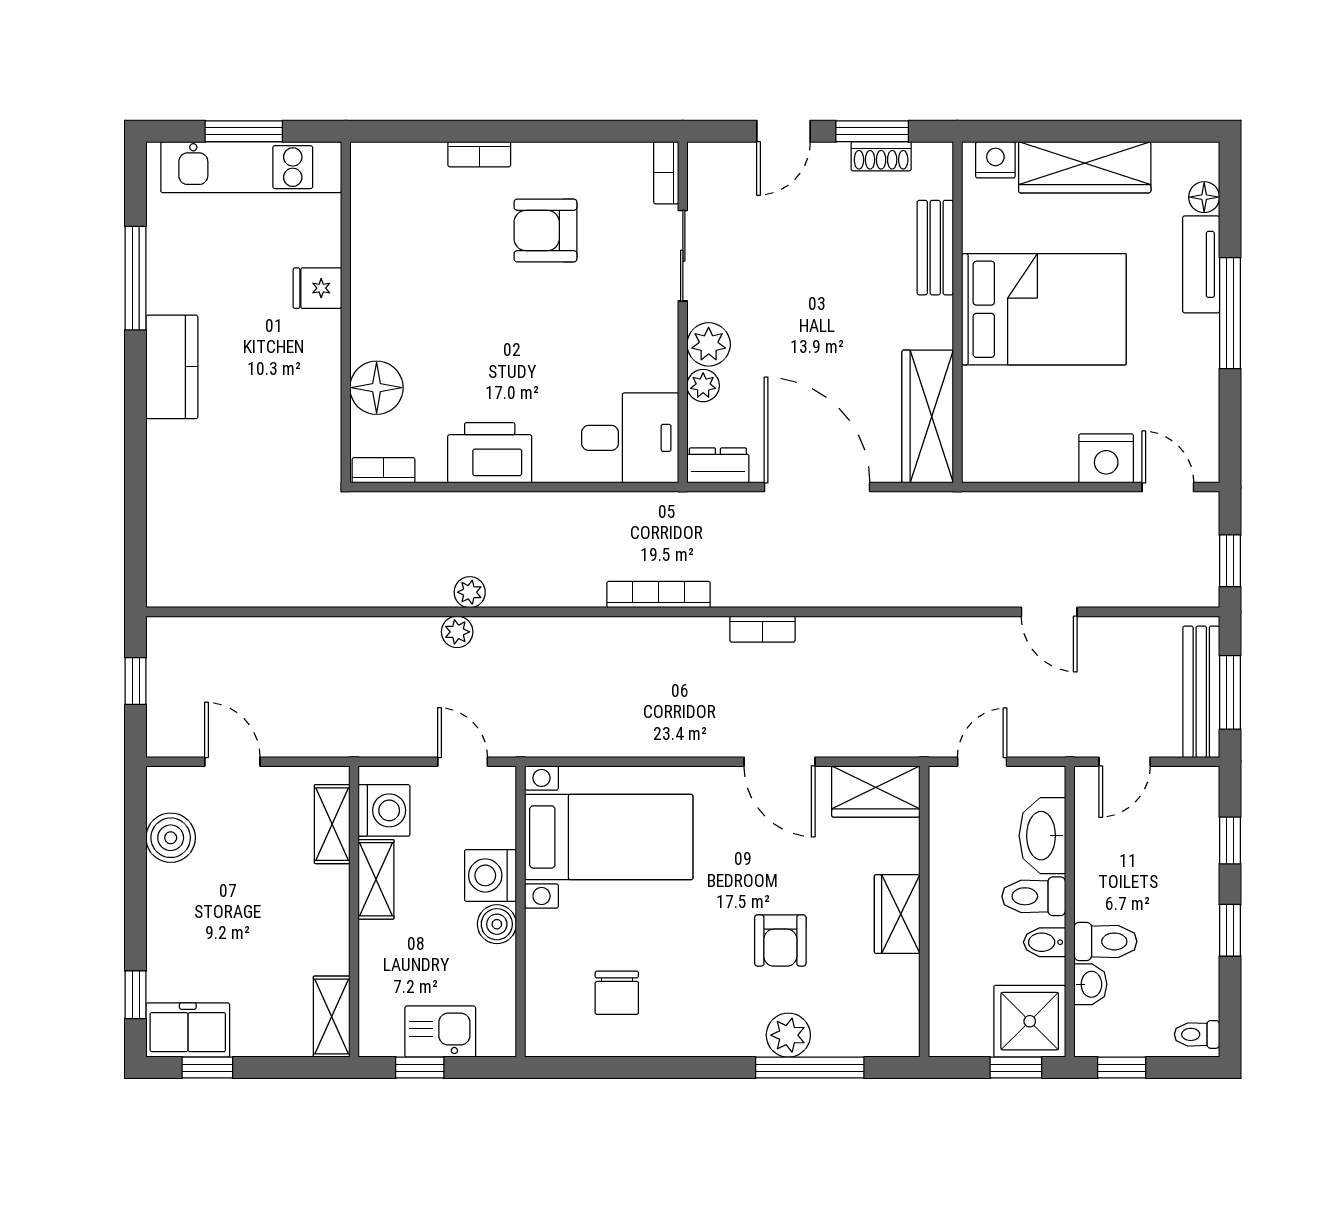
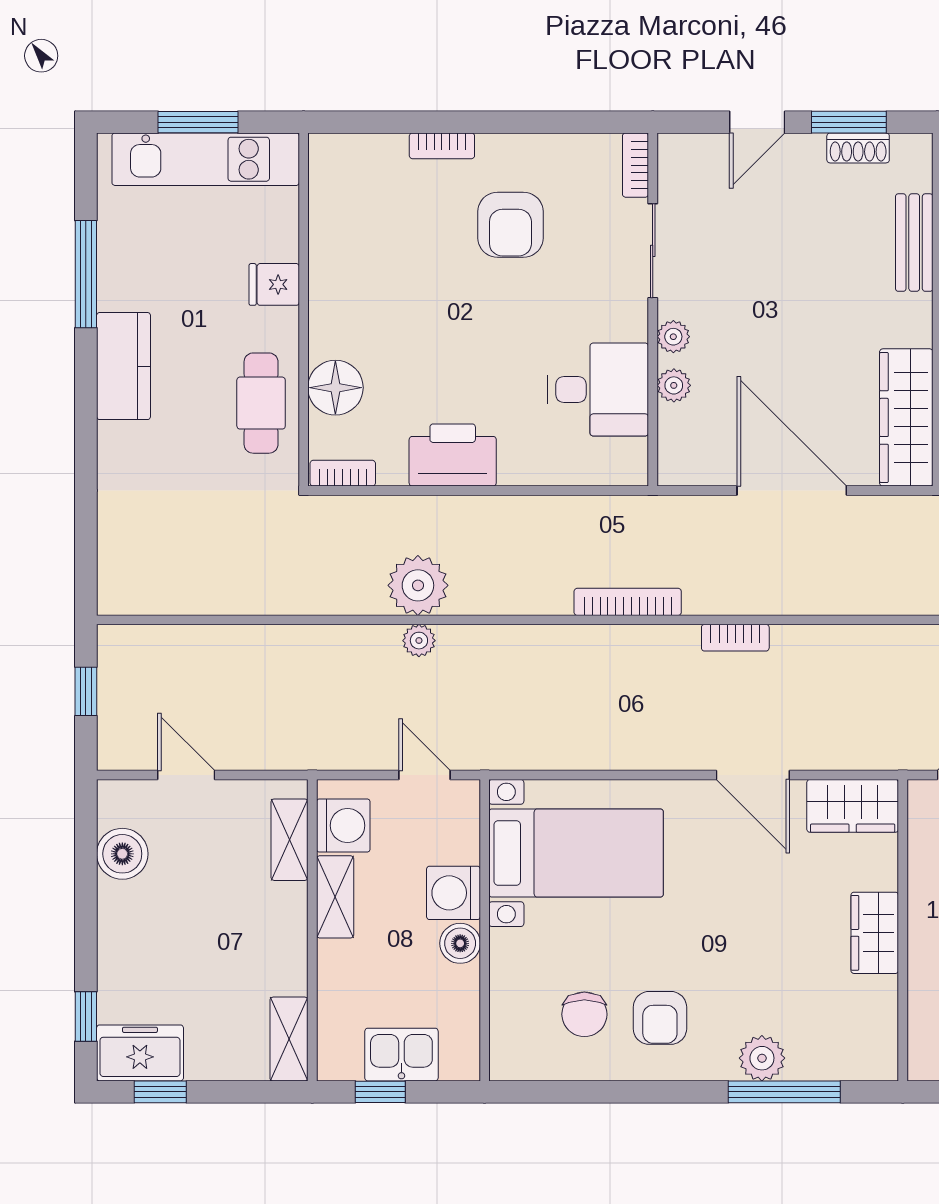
armchair: (545, 230) -> (510, 225), turned -90
plant: (709, 344) -> (673, 337), width x0.73, depth x0.73
cafe table: (305, 403) -> (261, 403), added
desk: (630, 438) -> (598, 390), moved
dresser: (718, 465) -> (689, 468), removed
plant: (470, 592) -> (418, 585), width x1.88, depth x1.88
armchair: (780, 940) -> (660, 1018), moved

